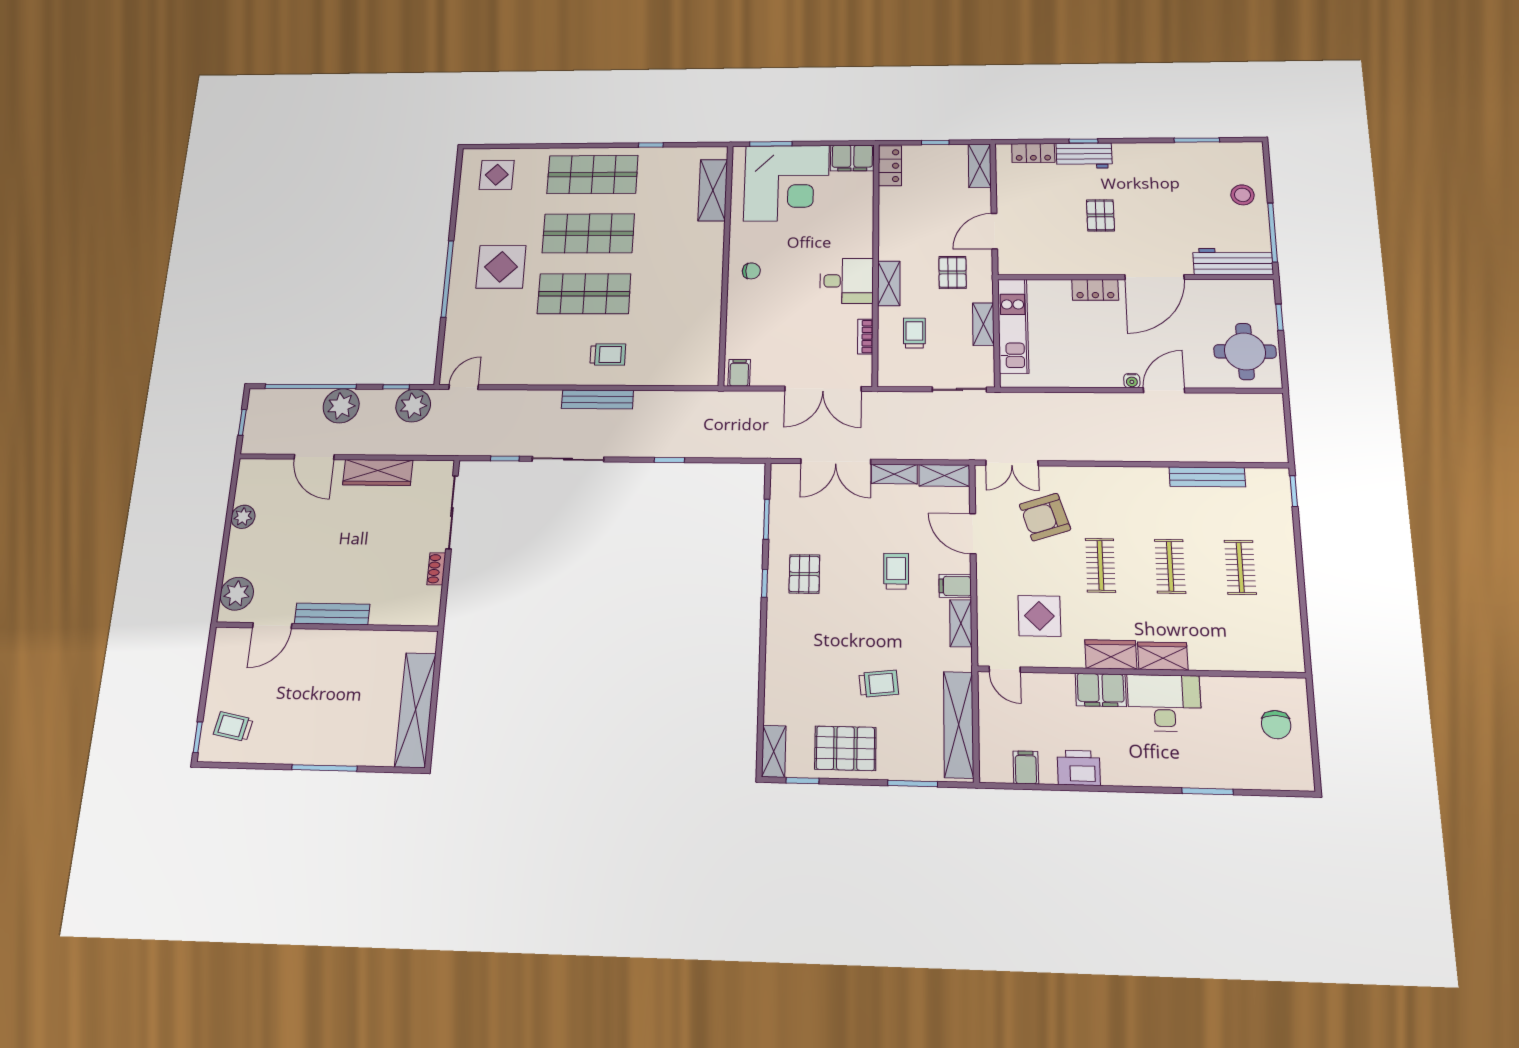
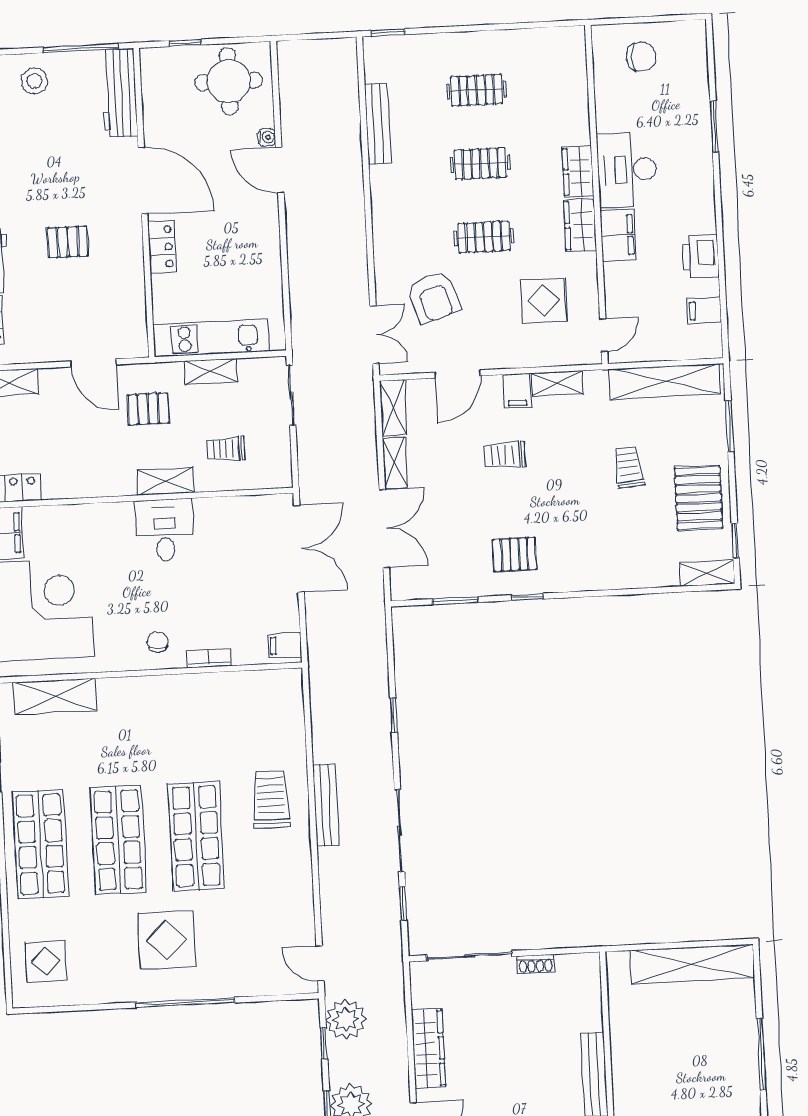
bookcase: (865, 337) -> (209, 658), moved, turned 180
trolley: (608, 354) -> (271, 799), width x1.36, depth x1.39
water cooler: (1132, 381) -> (267, 137), moved

